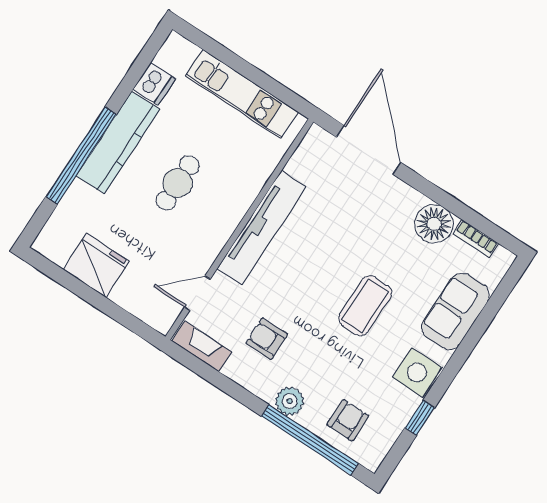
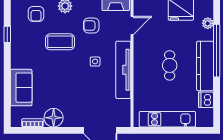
plant: (66, 212) -> (208, 23), added
coffee table: (365, 306) -> (60, 42), moved, turned 90
armchair: (267, 339) -> (91, 25), turned 180
side table: (417, 372) -> (95, 61), moved, width x0.54, depth x0.54

